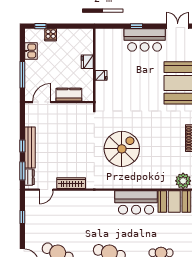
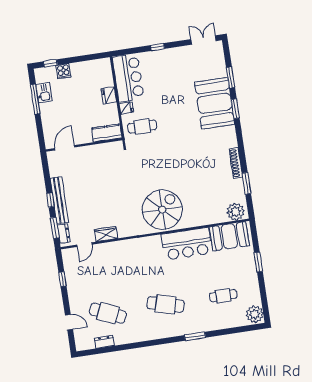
bar counter: (145, 40) -> (128, 78), moved, turned -90
window: (22, 75) -> (35, 99), moved
cafe table: (112, 94) -> (142, 127), added
kitchen counter: (69, 95) -> (107, 133), moved
spiral stairs: (122, 149) -> (162, 210), moved
wardrobe: (71, 183) -> (106, 234), width x0.67

